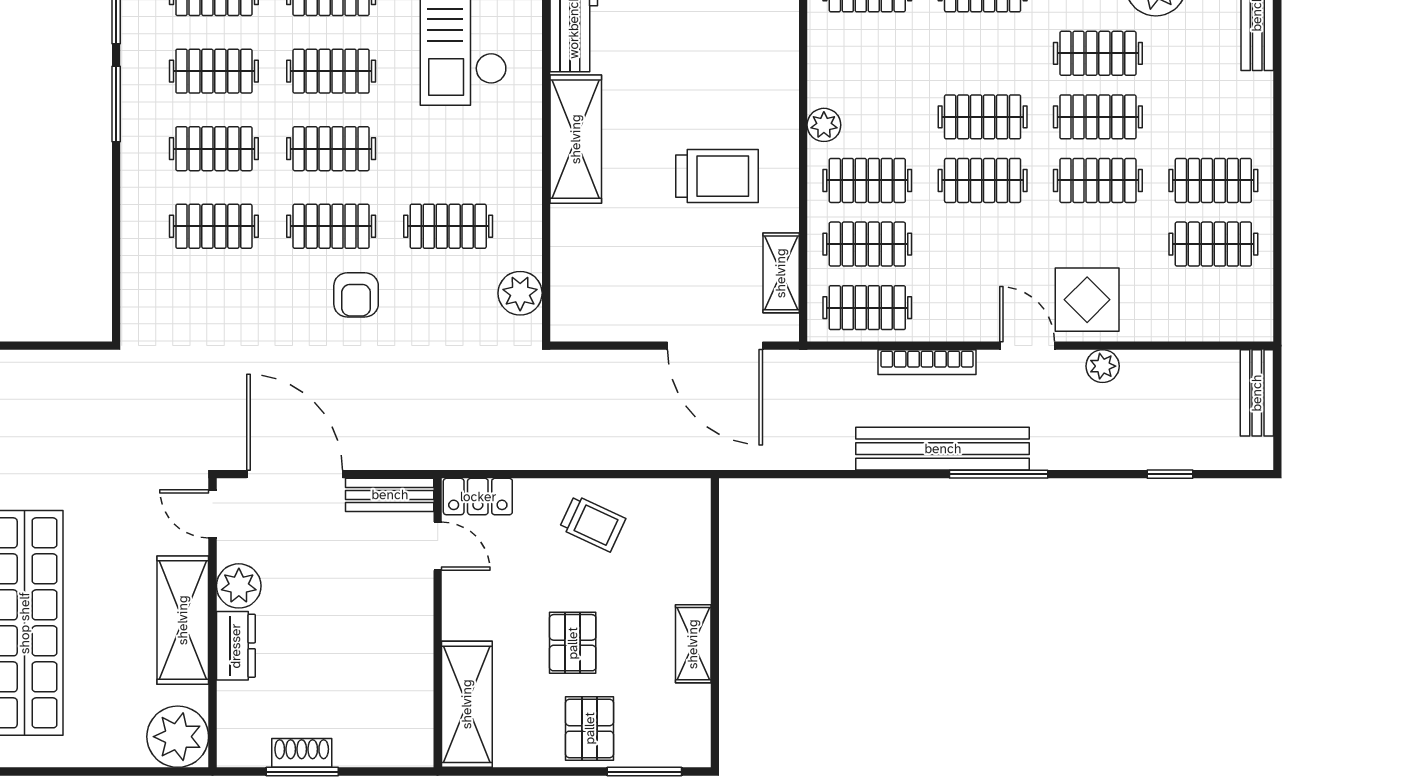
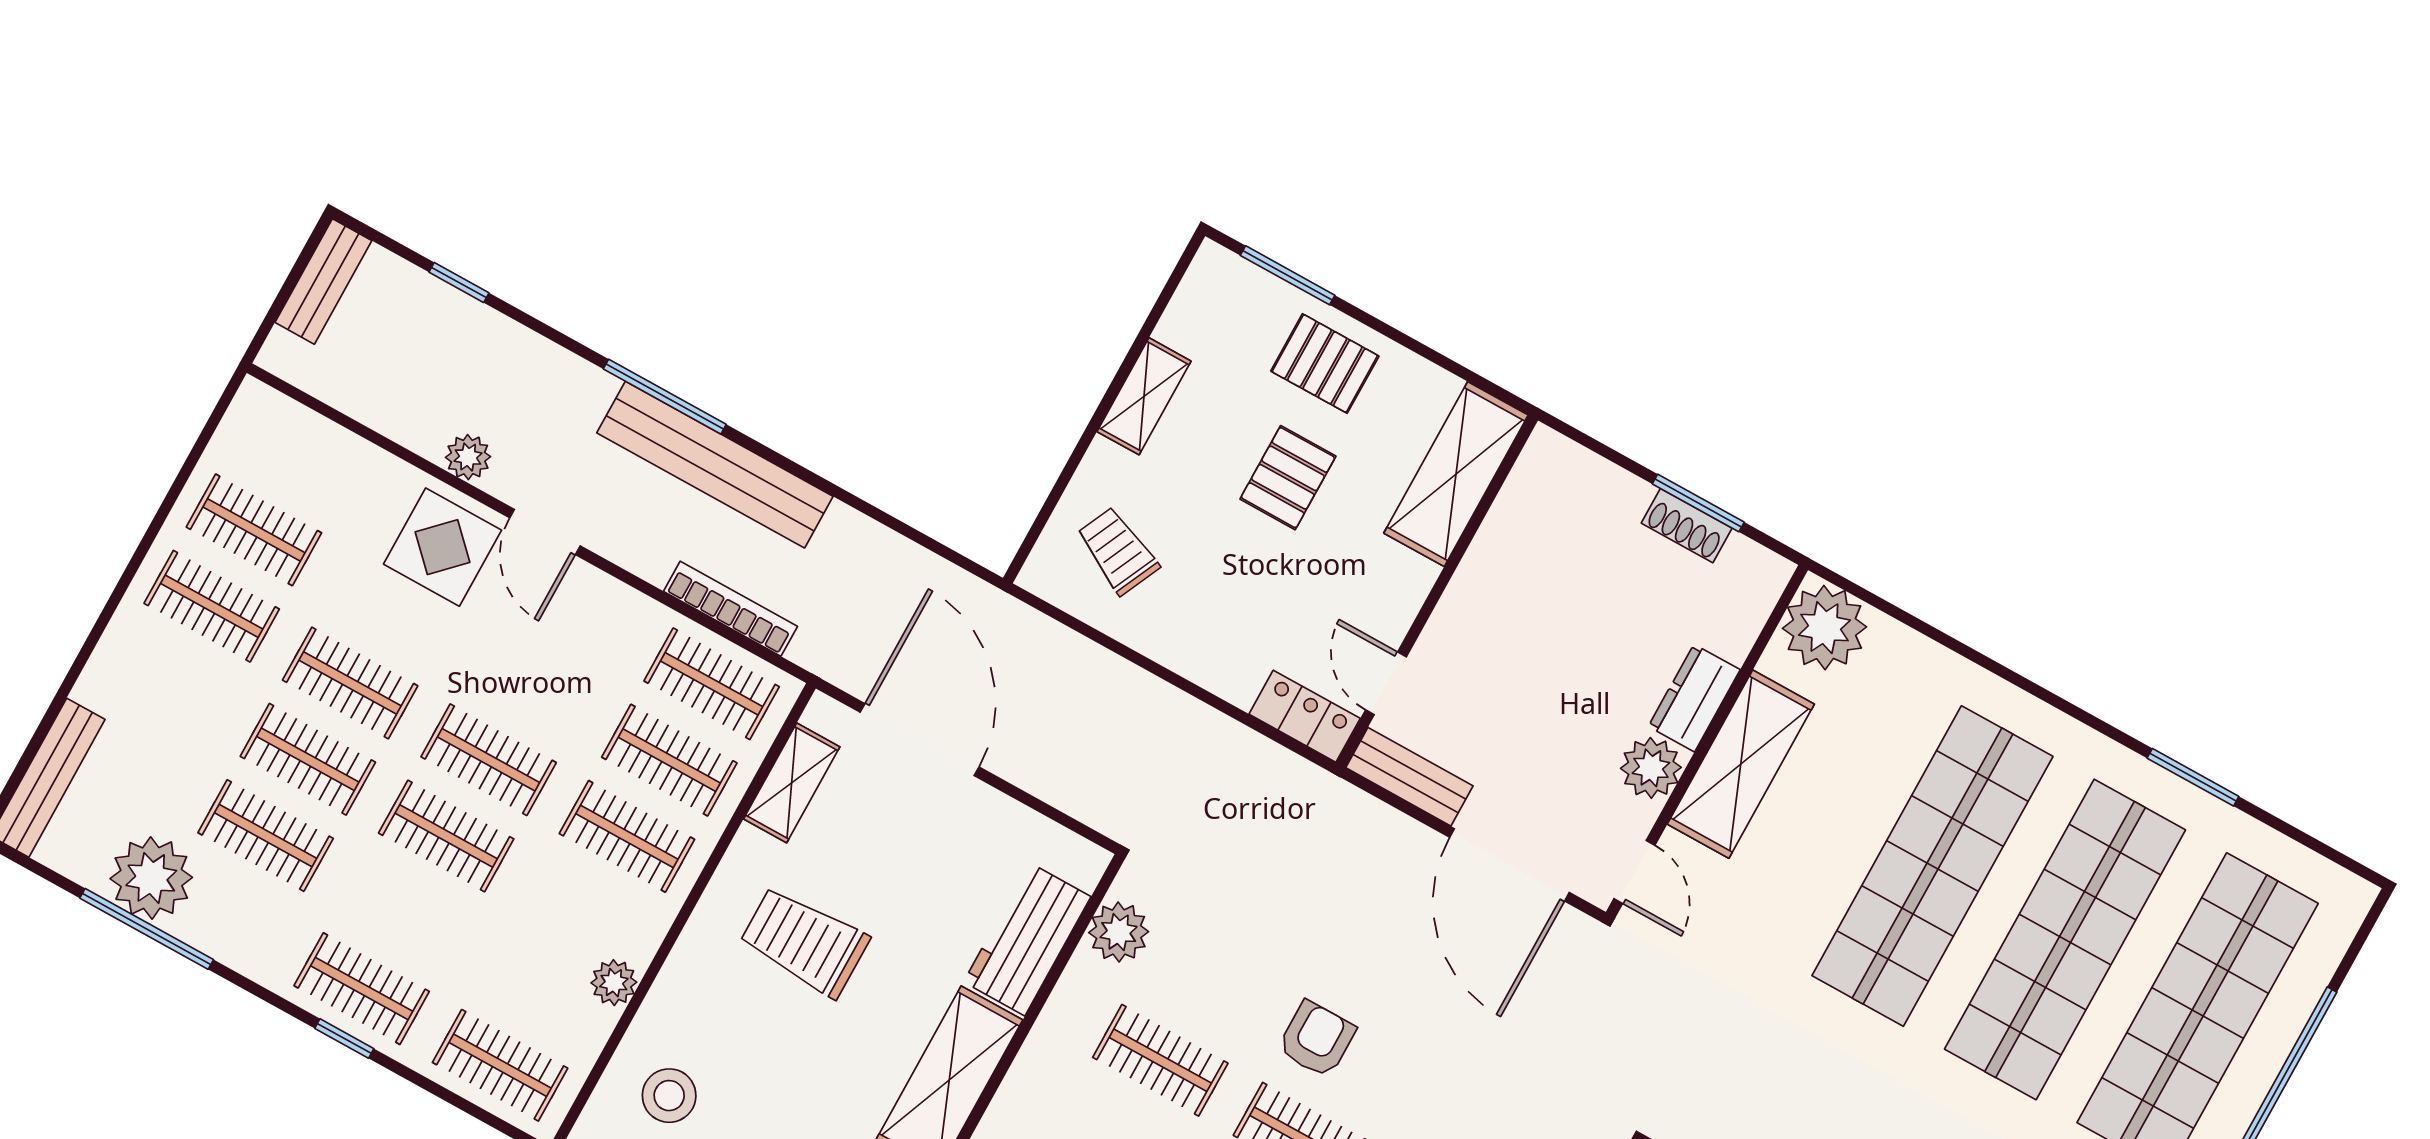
stool: (749, 30) -> (669, 1096), added
plant: (824, 125) -> (614, 983), moved
workbench: (576, 256) -> (1027, 939), added
bookcase: (927, 362) -> (730, 609), moved
bench: (1257, 393) -> (323, 281), moved
trolley: (593, 523) -> (1118, 551), moved
pallet: (590, 728) -> (1325, 364), turned 90

